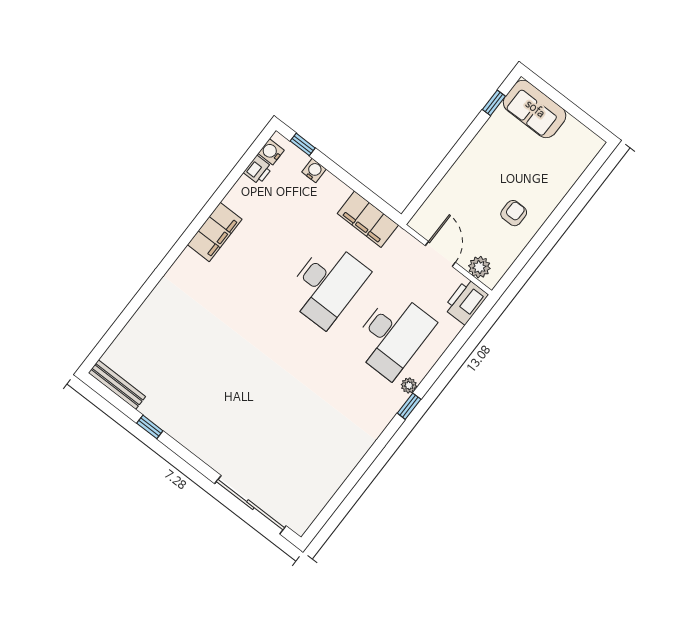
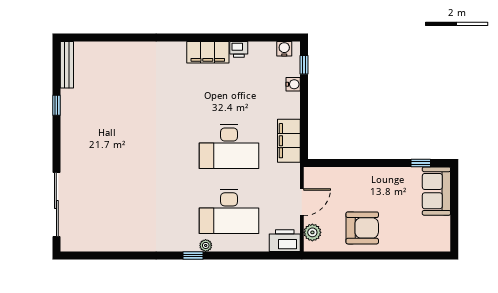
printer: (258, 170) -> (239, 49), moved
armchair: (514, 213) -> (362, 228), width x1.88, depth x1.88

